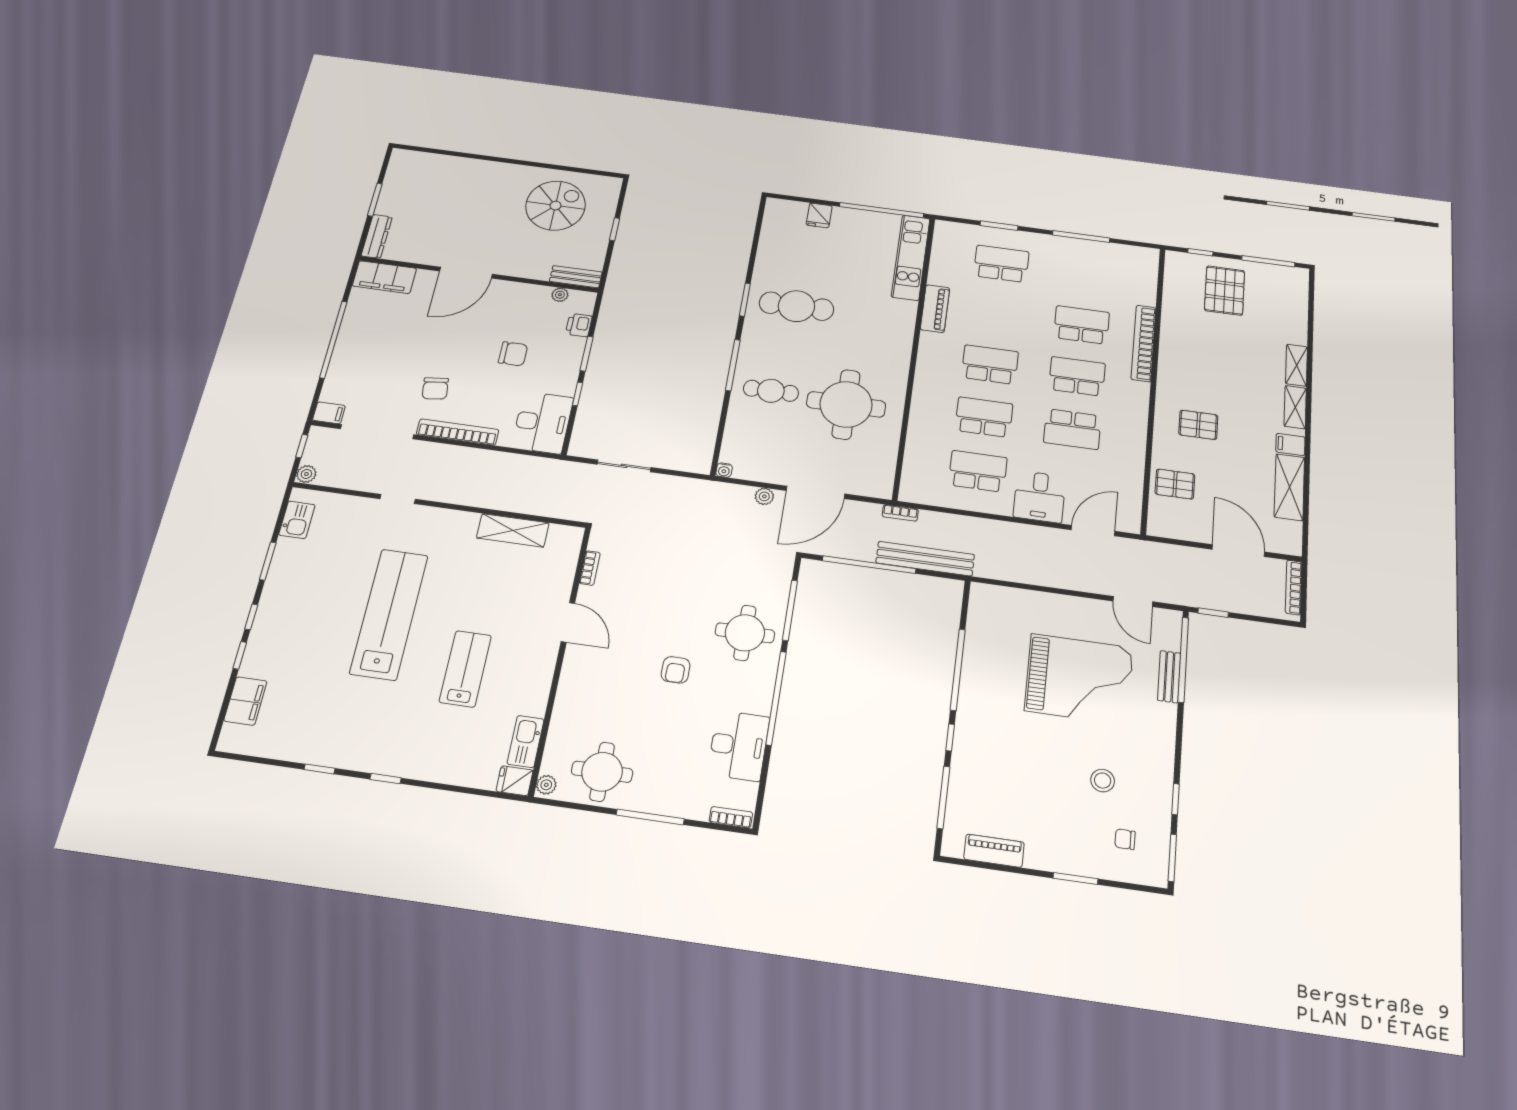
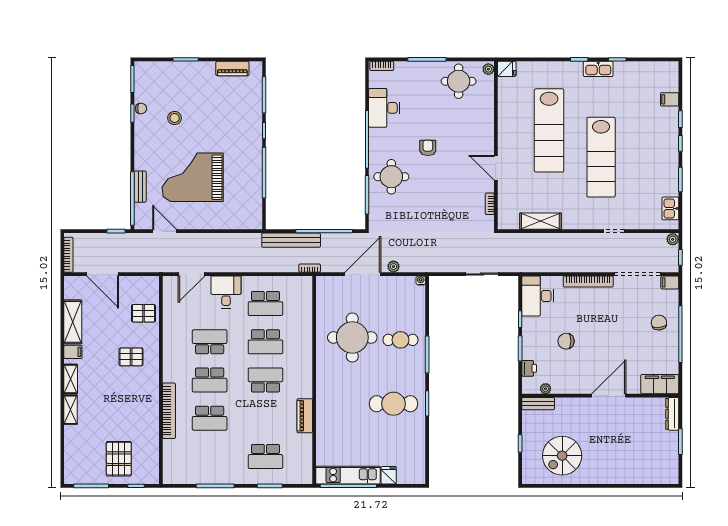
kitchen unit: (911, 257) -> (348, 475), moved, turned -90
school desk: (990, 365) -> (265, 380), turned 180
chair: (435, 388) -> (659, 323), moved
lab bench: (465, 669) -> (549, 130), width x1.86, depth x1.39
filing cabinet: (245, 701) -> (670, 99), width x0.50
kitchen sink: (526, 742) -> (598, 69), moved, turned 90
chair: (1125, 839) -> (141, 109), moved

